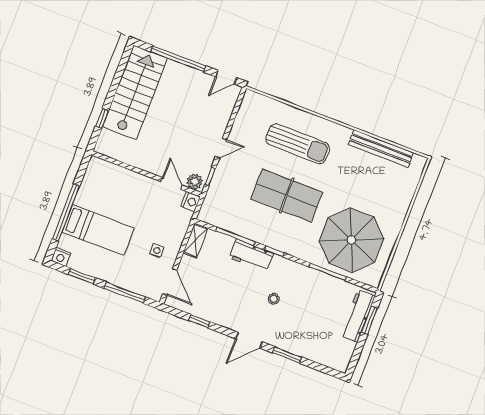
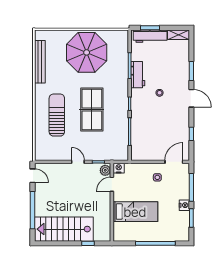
bed: (98, 230) -> (135, 212), moved, turned 90
shelving: (195, 240) -> (178, 35), moved
parasol: (351, 240) -> (87, 52), moved
workbench: (251, 256) -> (138, 75), moved
nightstand: (61, 257) -> (184, 205), moved

